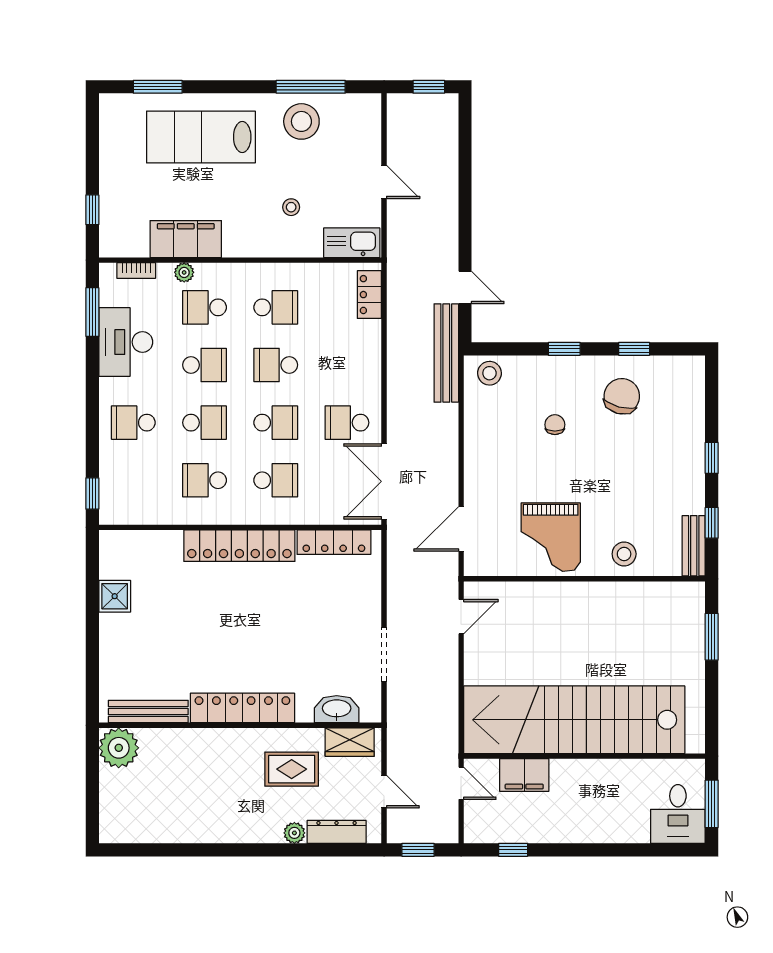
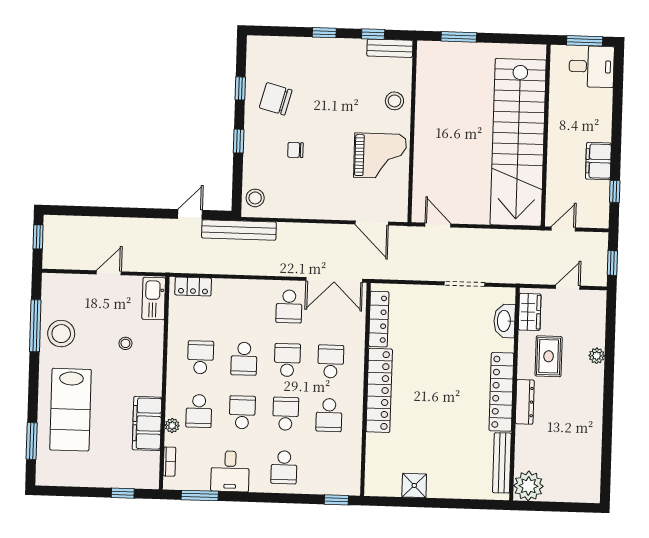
desk: (126, 342) -> (230, 471), width x0.73
filing cabinet: (524, 775) -> (598, 161), moved, turned 180
dresser: (337, 832) -> (525, 402), moved, turned 180

